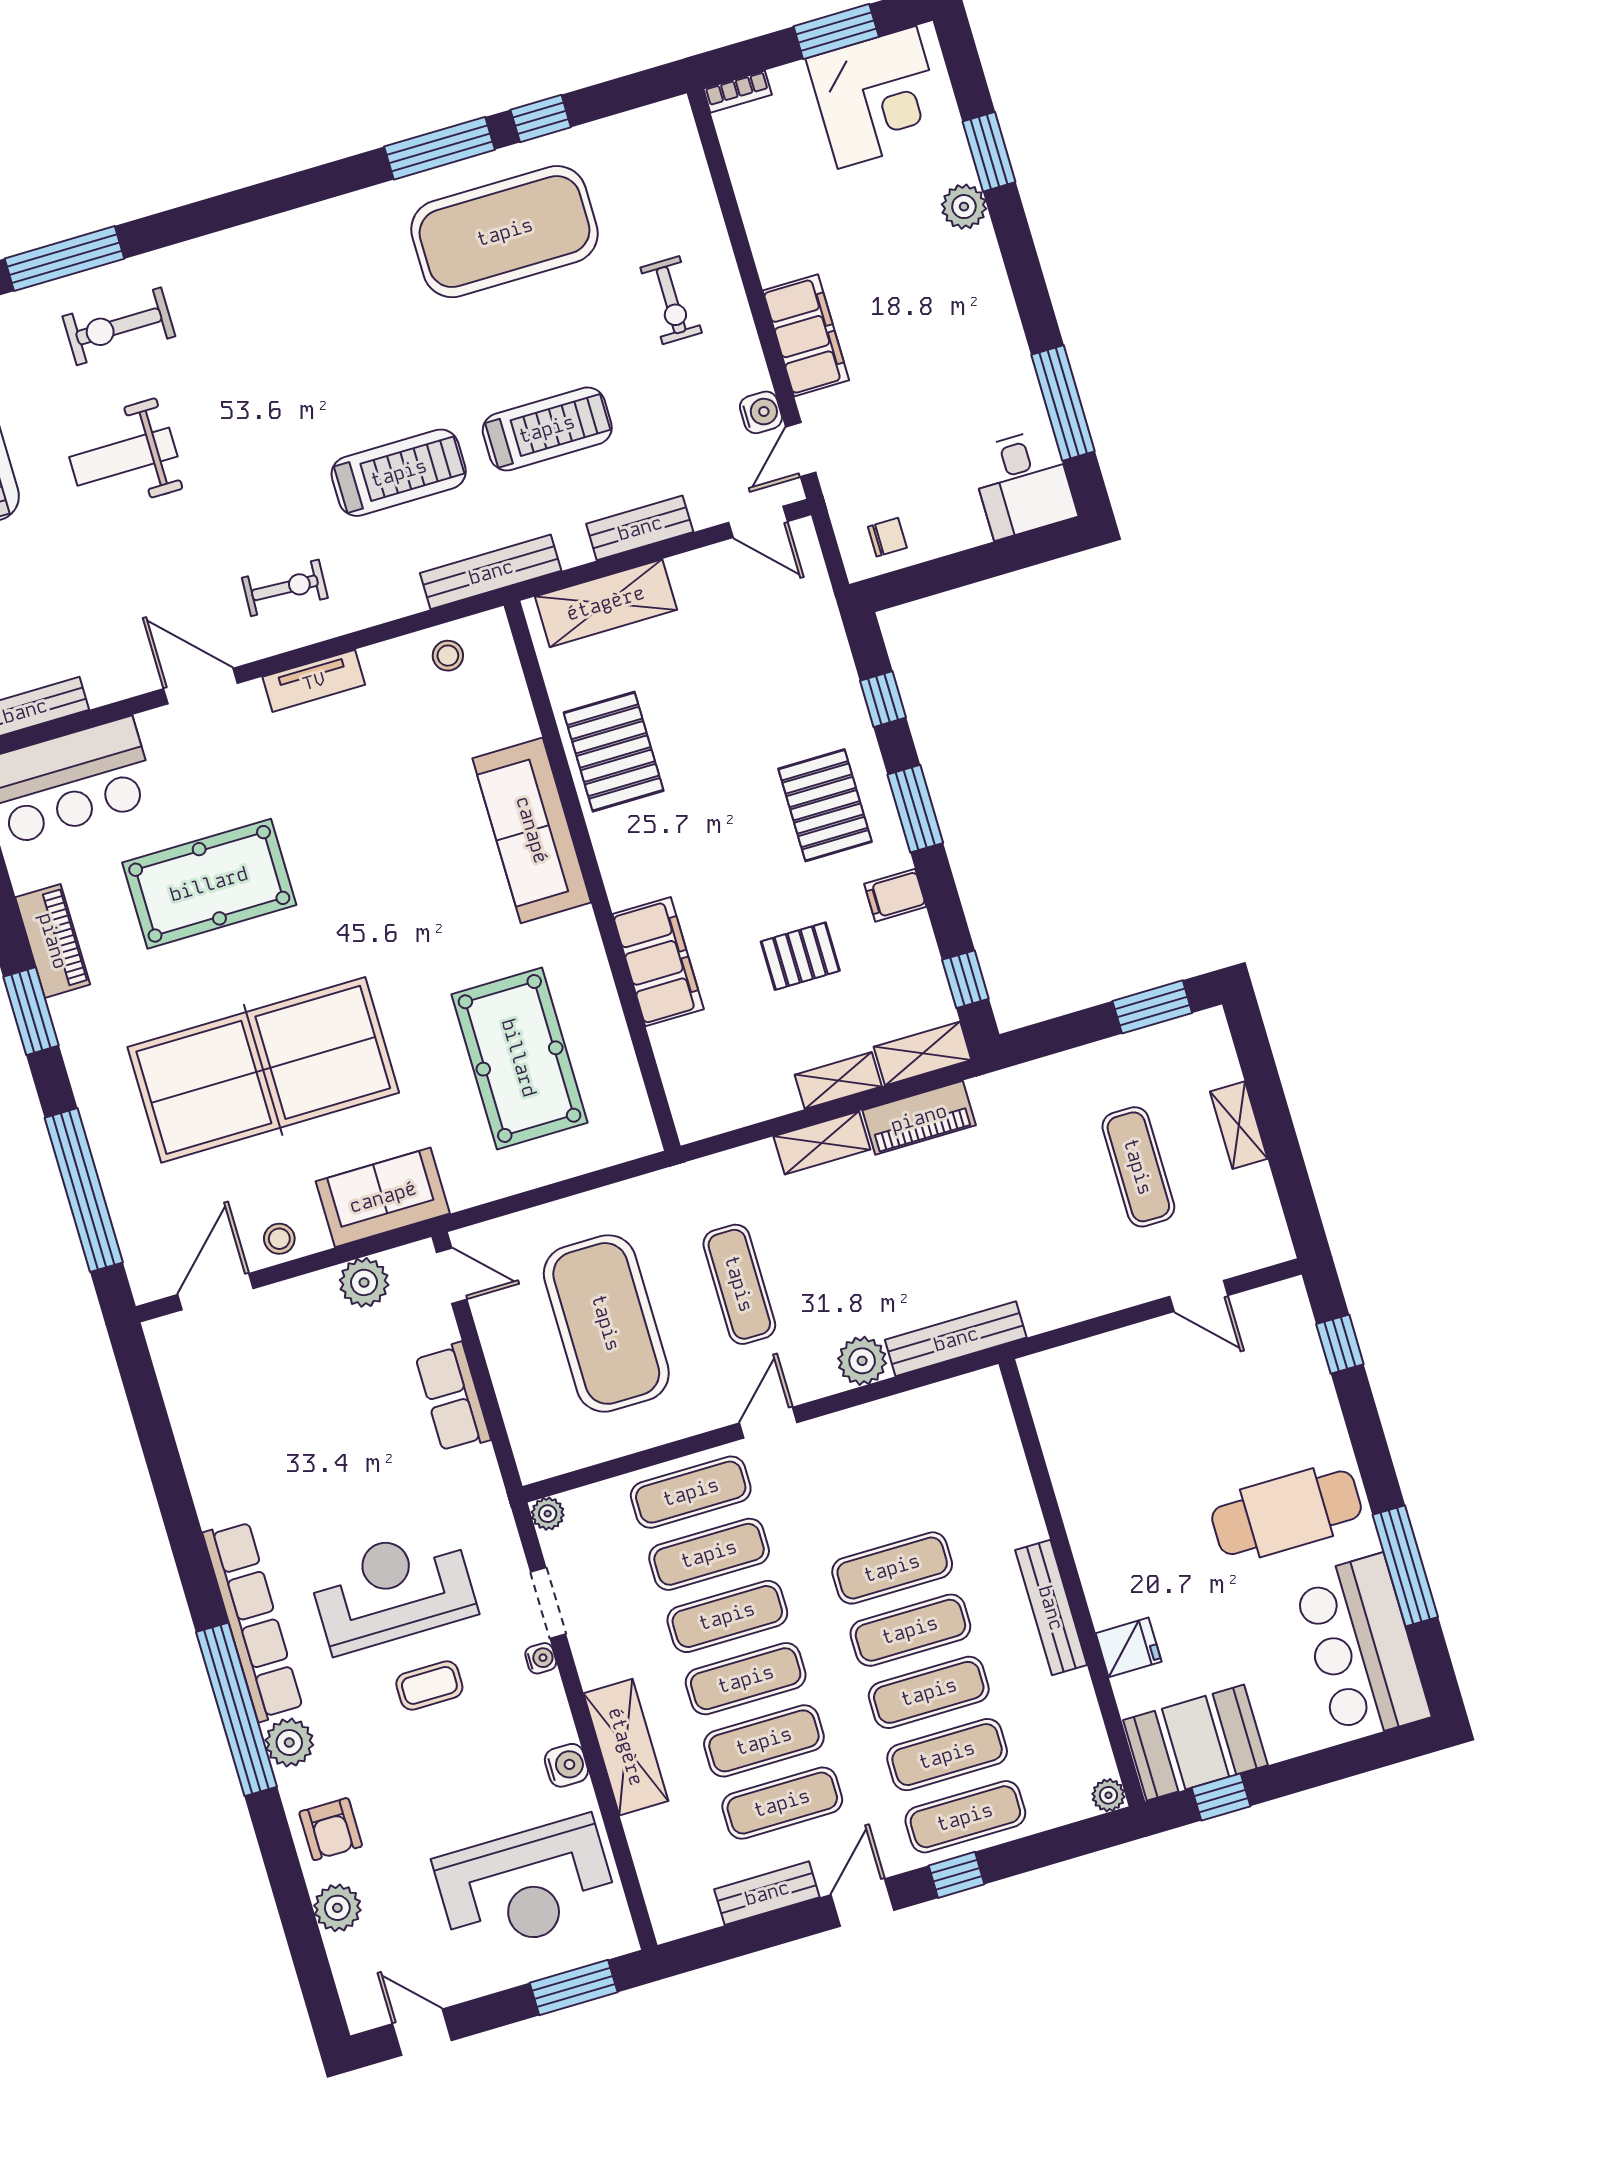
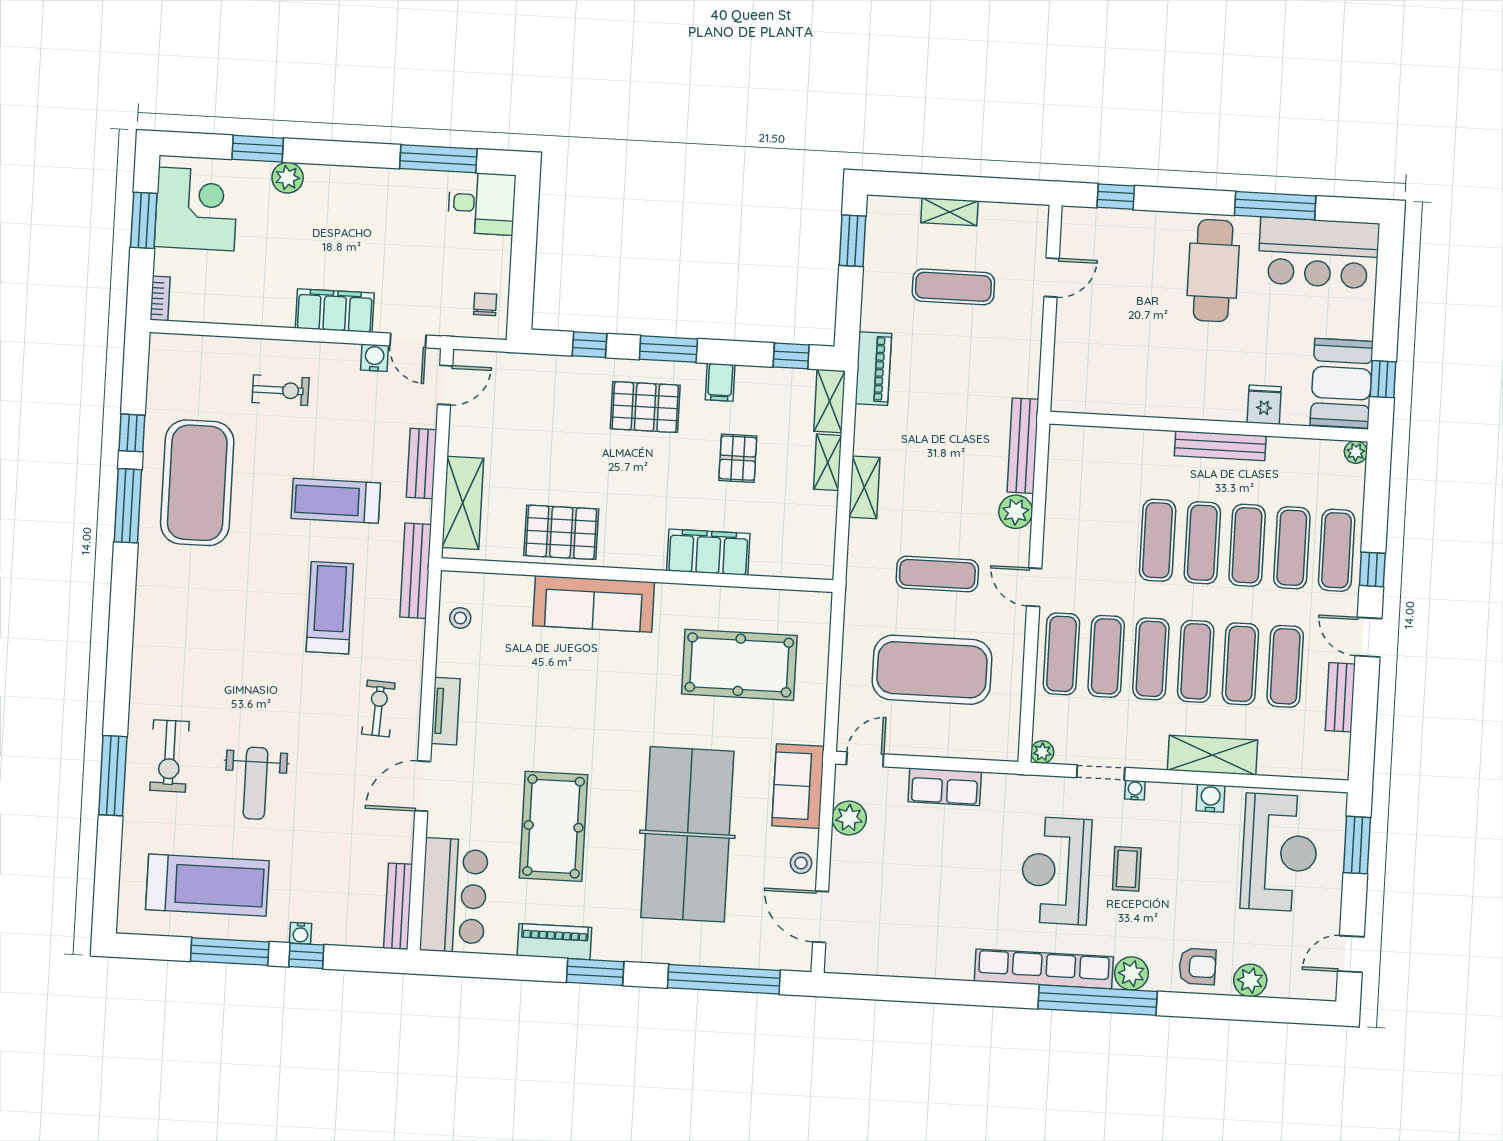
treadmill: (547, 429) -> (336, 501), turned -90
piano: (919, 1118) -> (873, 369), moved

